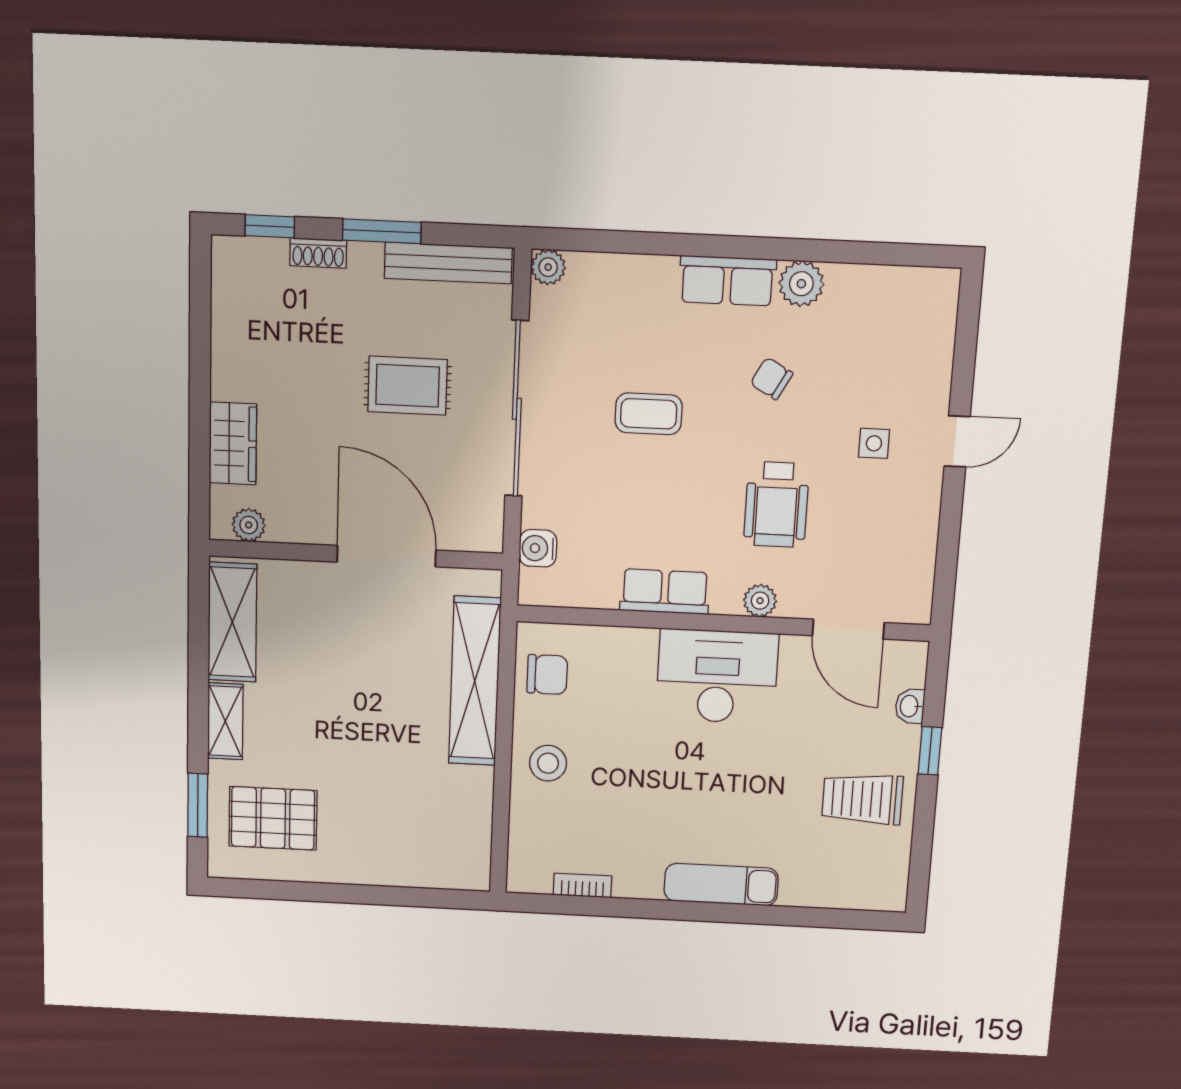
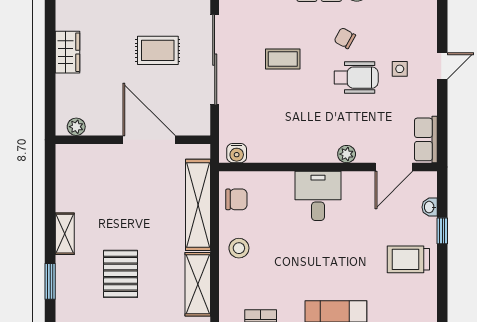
wardrobe: (233, 443) -> (67, 52), moved
wheelchair: (776, 505) -> (356, 78), moved, turned -90
water cooler: (538, 548) -> (237, 153), moved, turned -90
row of seats: (665, 592) -> (426, 139), moved, turned -90
shelving: (232, 622) -> (198, 284), moved
door: (848, 629) -> (394, 167), hinge flipped
desk: (717, 676) -> (318, 196), width x0.73
pallet: (273, 818) -> (120, 274), moved, turned 90

